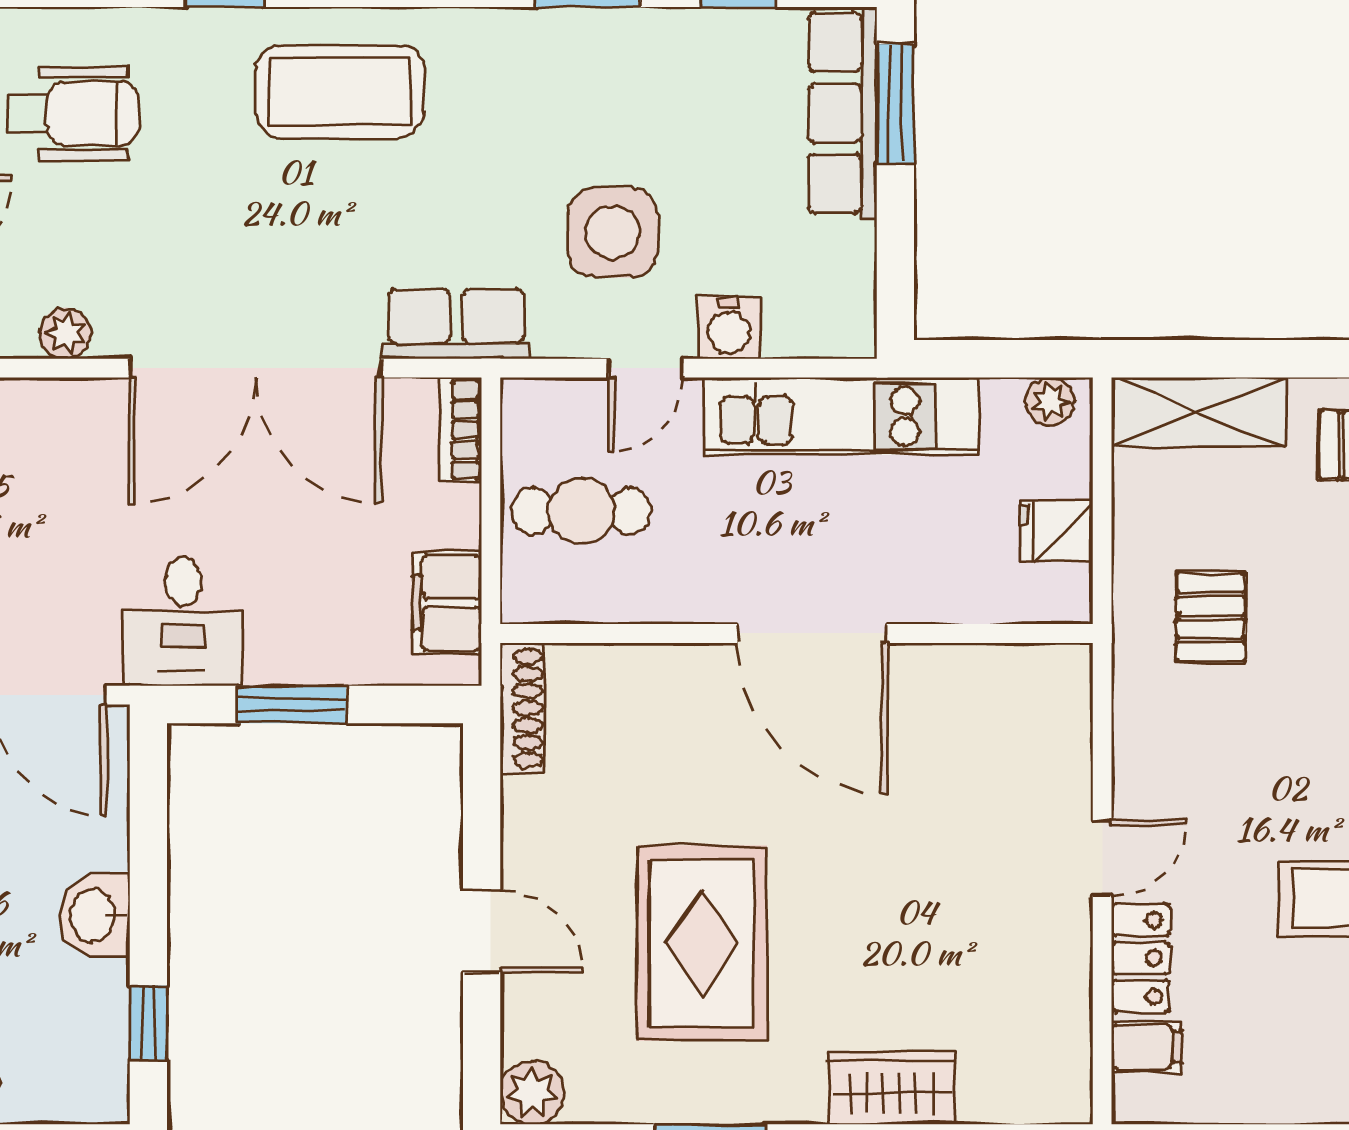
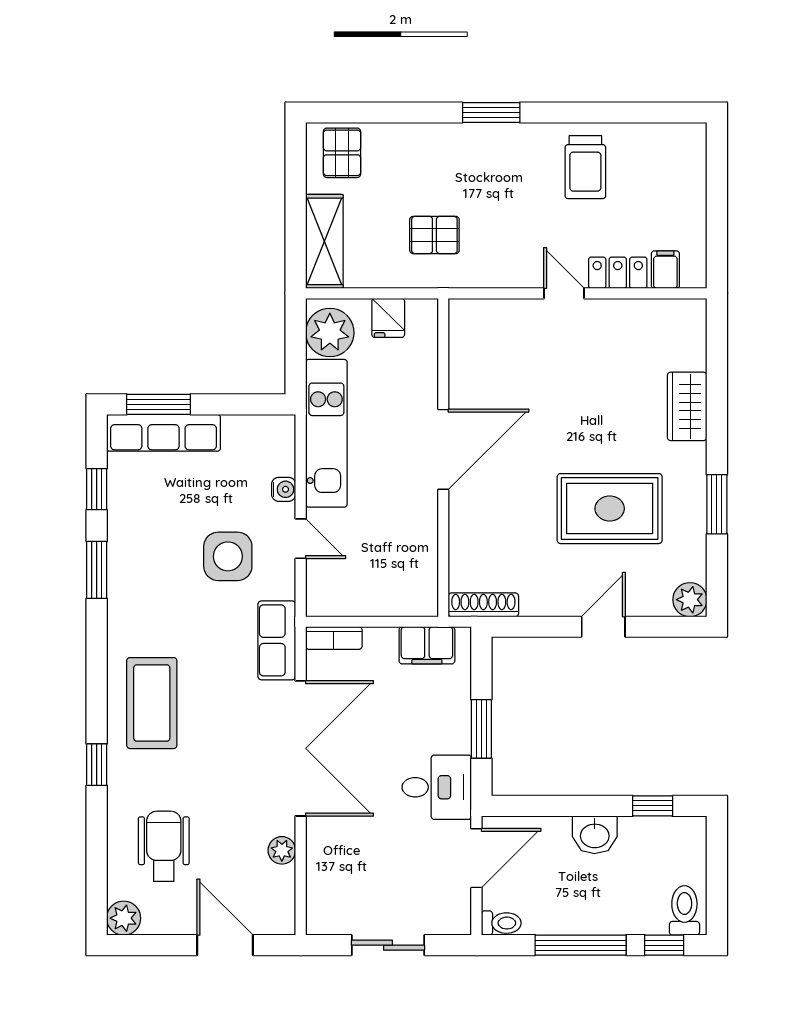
water cooler: (729, 328) -> (284, 489), width x0.72, depth x0.72
plant: (1050, 401) -> (330, 333), width x1.87, depth x1.87
cafe table: (581, 511) -> (377, 573), removed

